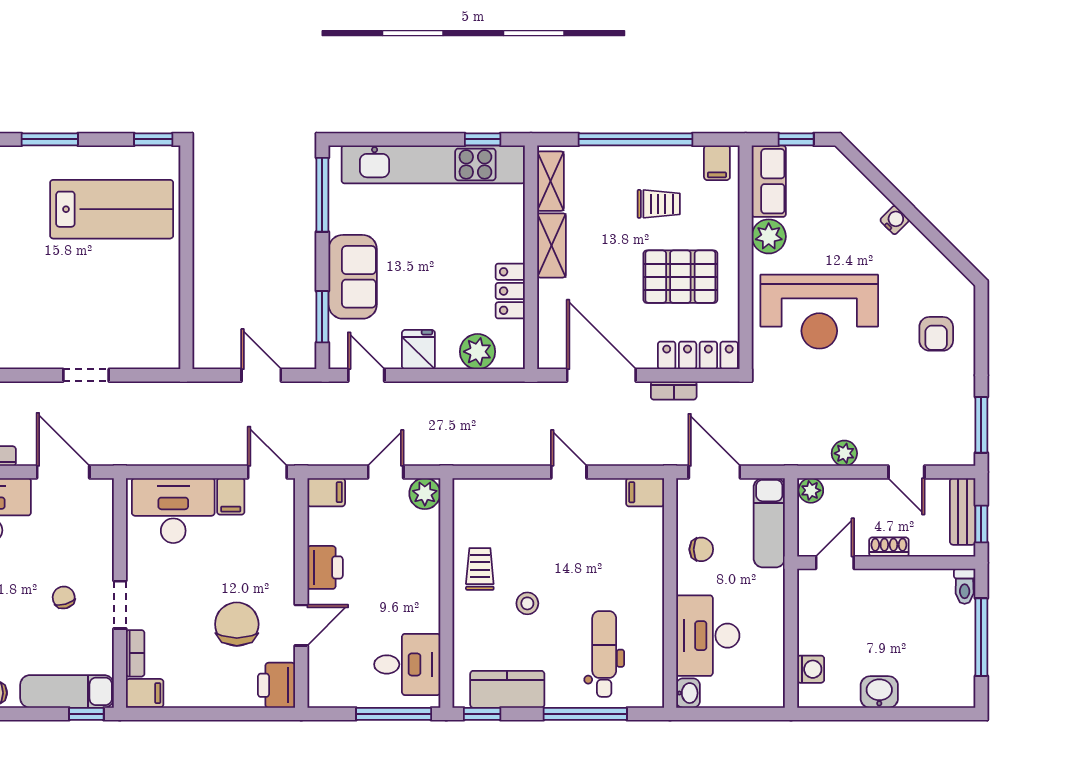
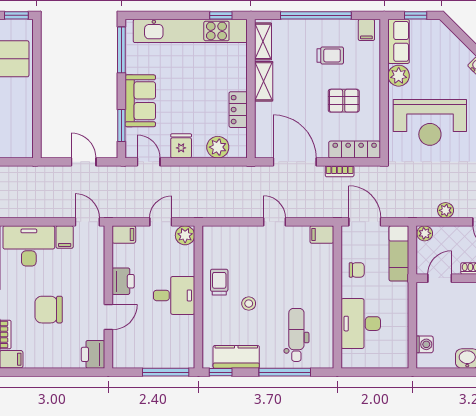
pallet: (680, 277) -> (344, 101), width x0.67, depth x0.71
chair: (237, 624) -> (49, 310), moved, turned -90
desk: (407, 664) -> (174, 295), moved
washbasin: (688, 693) -> (348, 359), removed

